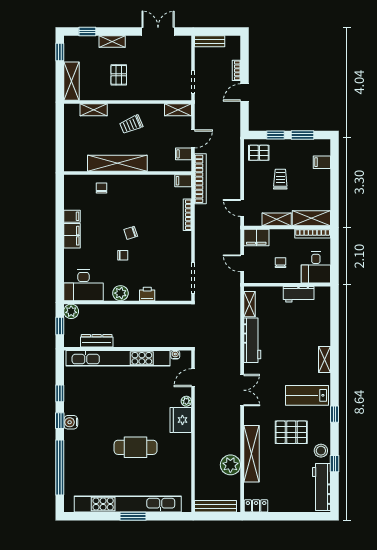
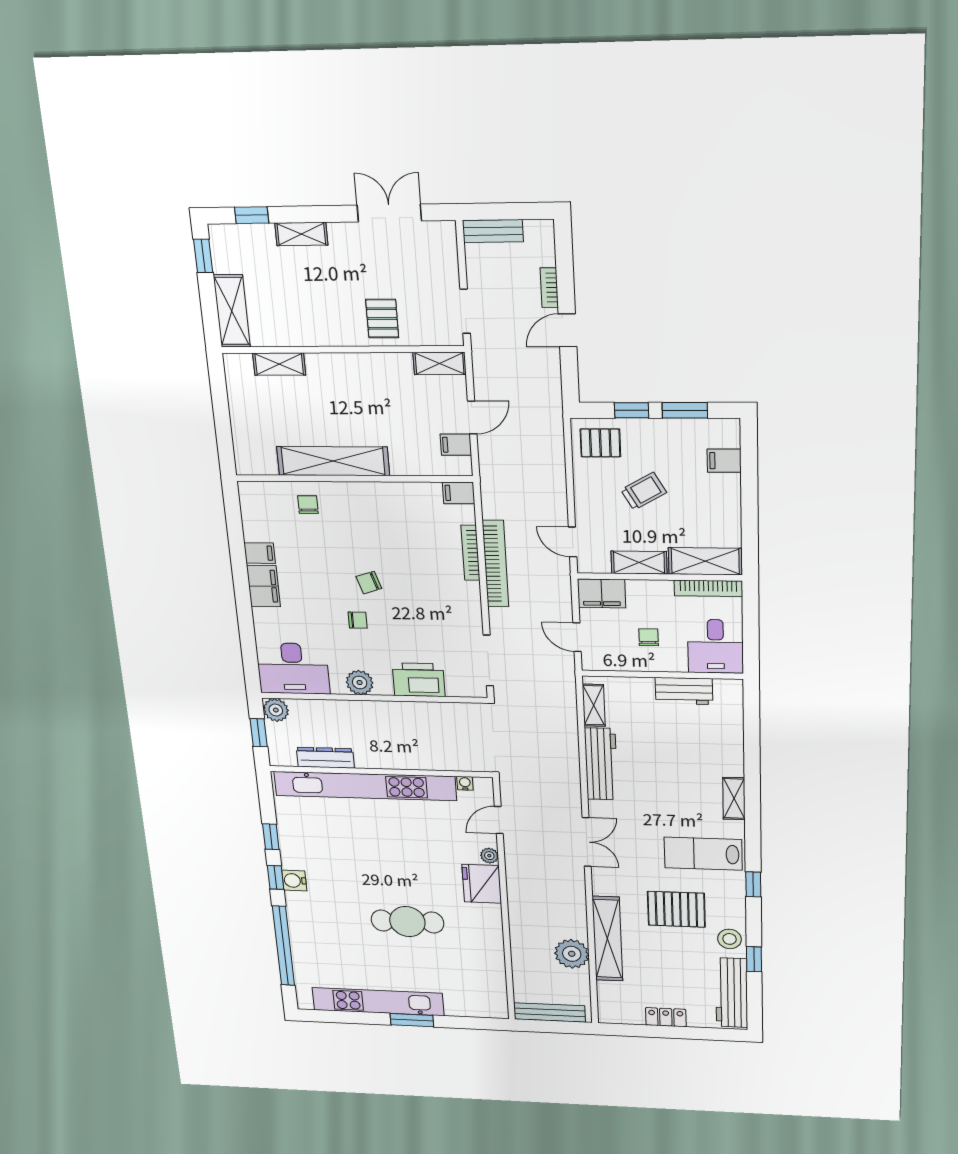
pallet: (119, 75) -> (382, 318), moved
trolley: (131, 124) -> (352, 391), removed
bookcase: (200, 179) -> (495, 564), moved
trolley: (280, 179) -> (644, 491), turned 60
printer: (147, 294) -> (419, 680), width x1.87, depth x1.48
kitchen unit: (128, 504) -> (378, 1002), width x0.73
locker: (256, 506) -> (666, 1017), moved

